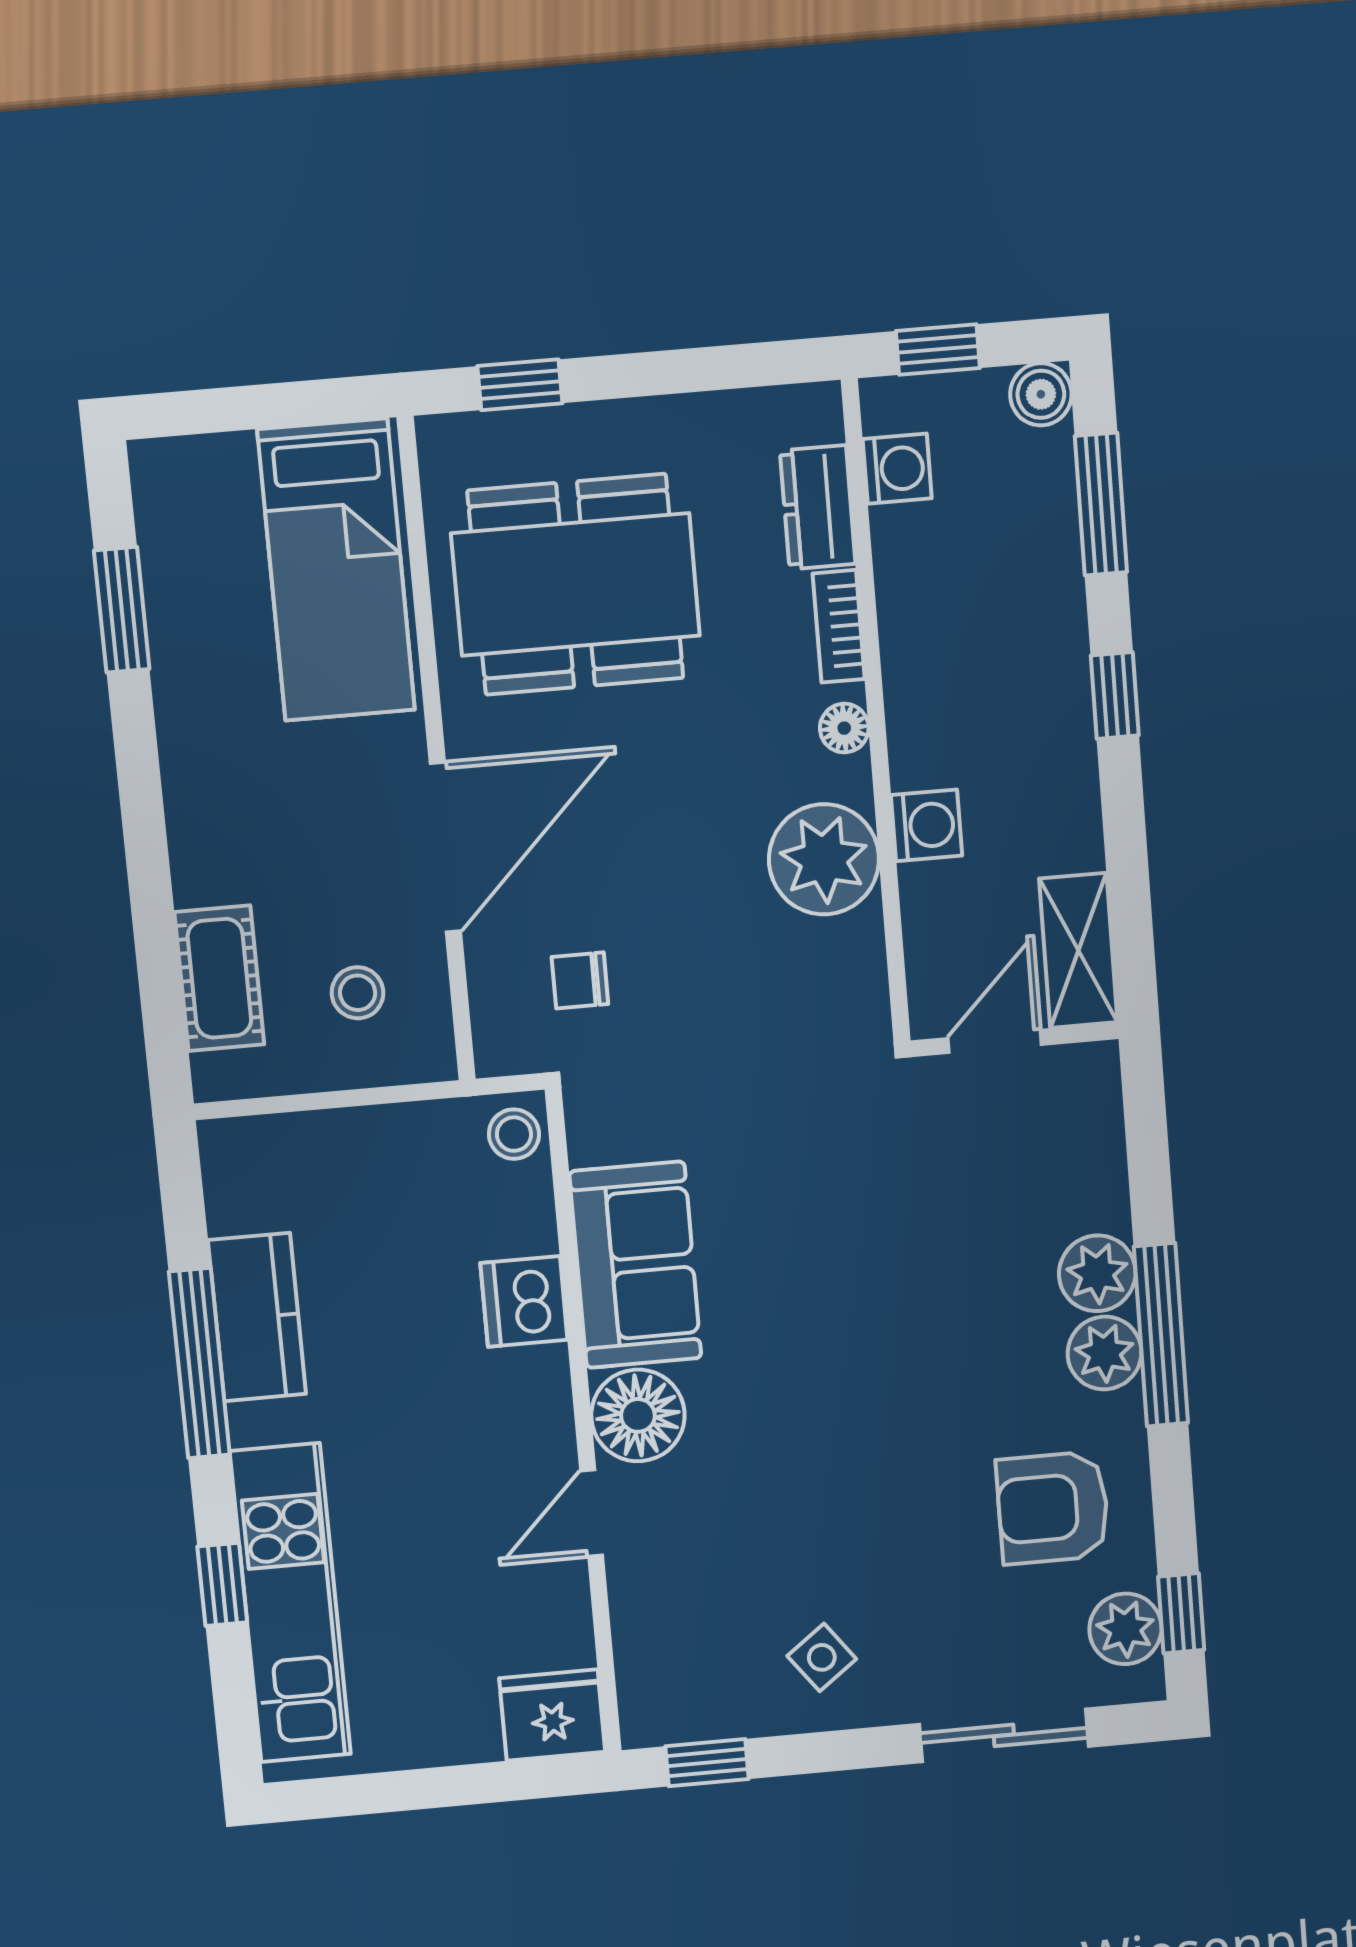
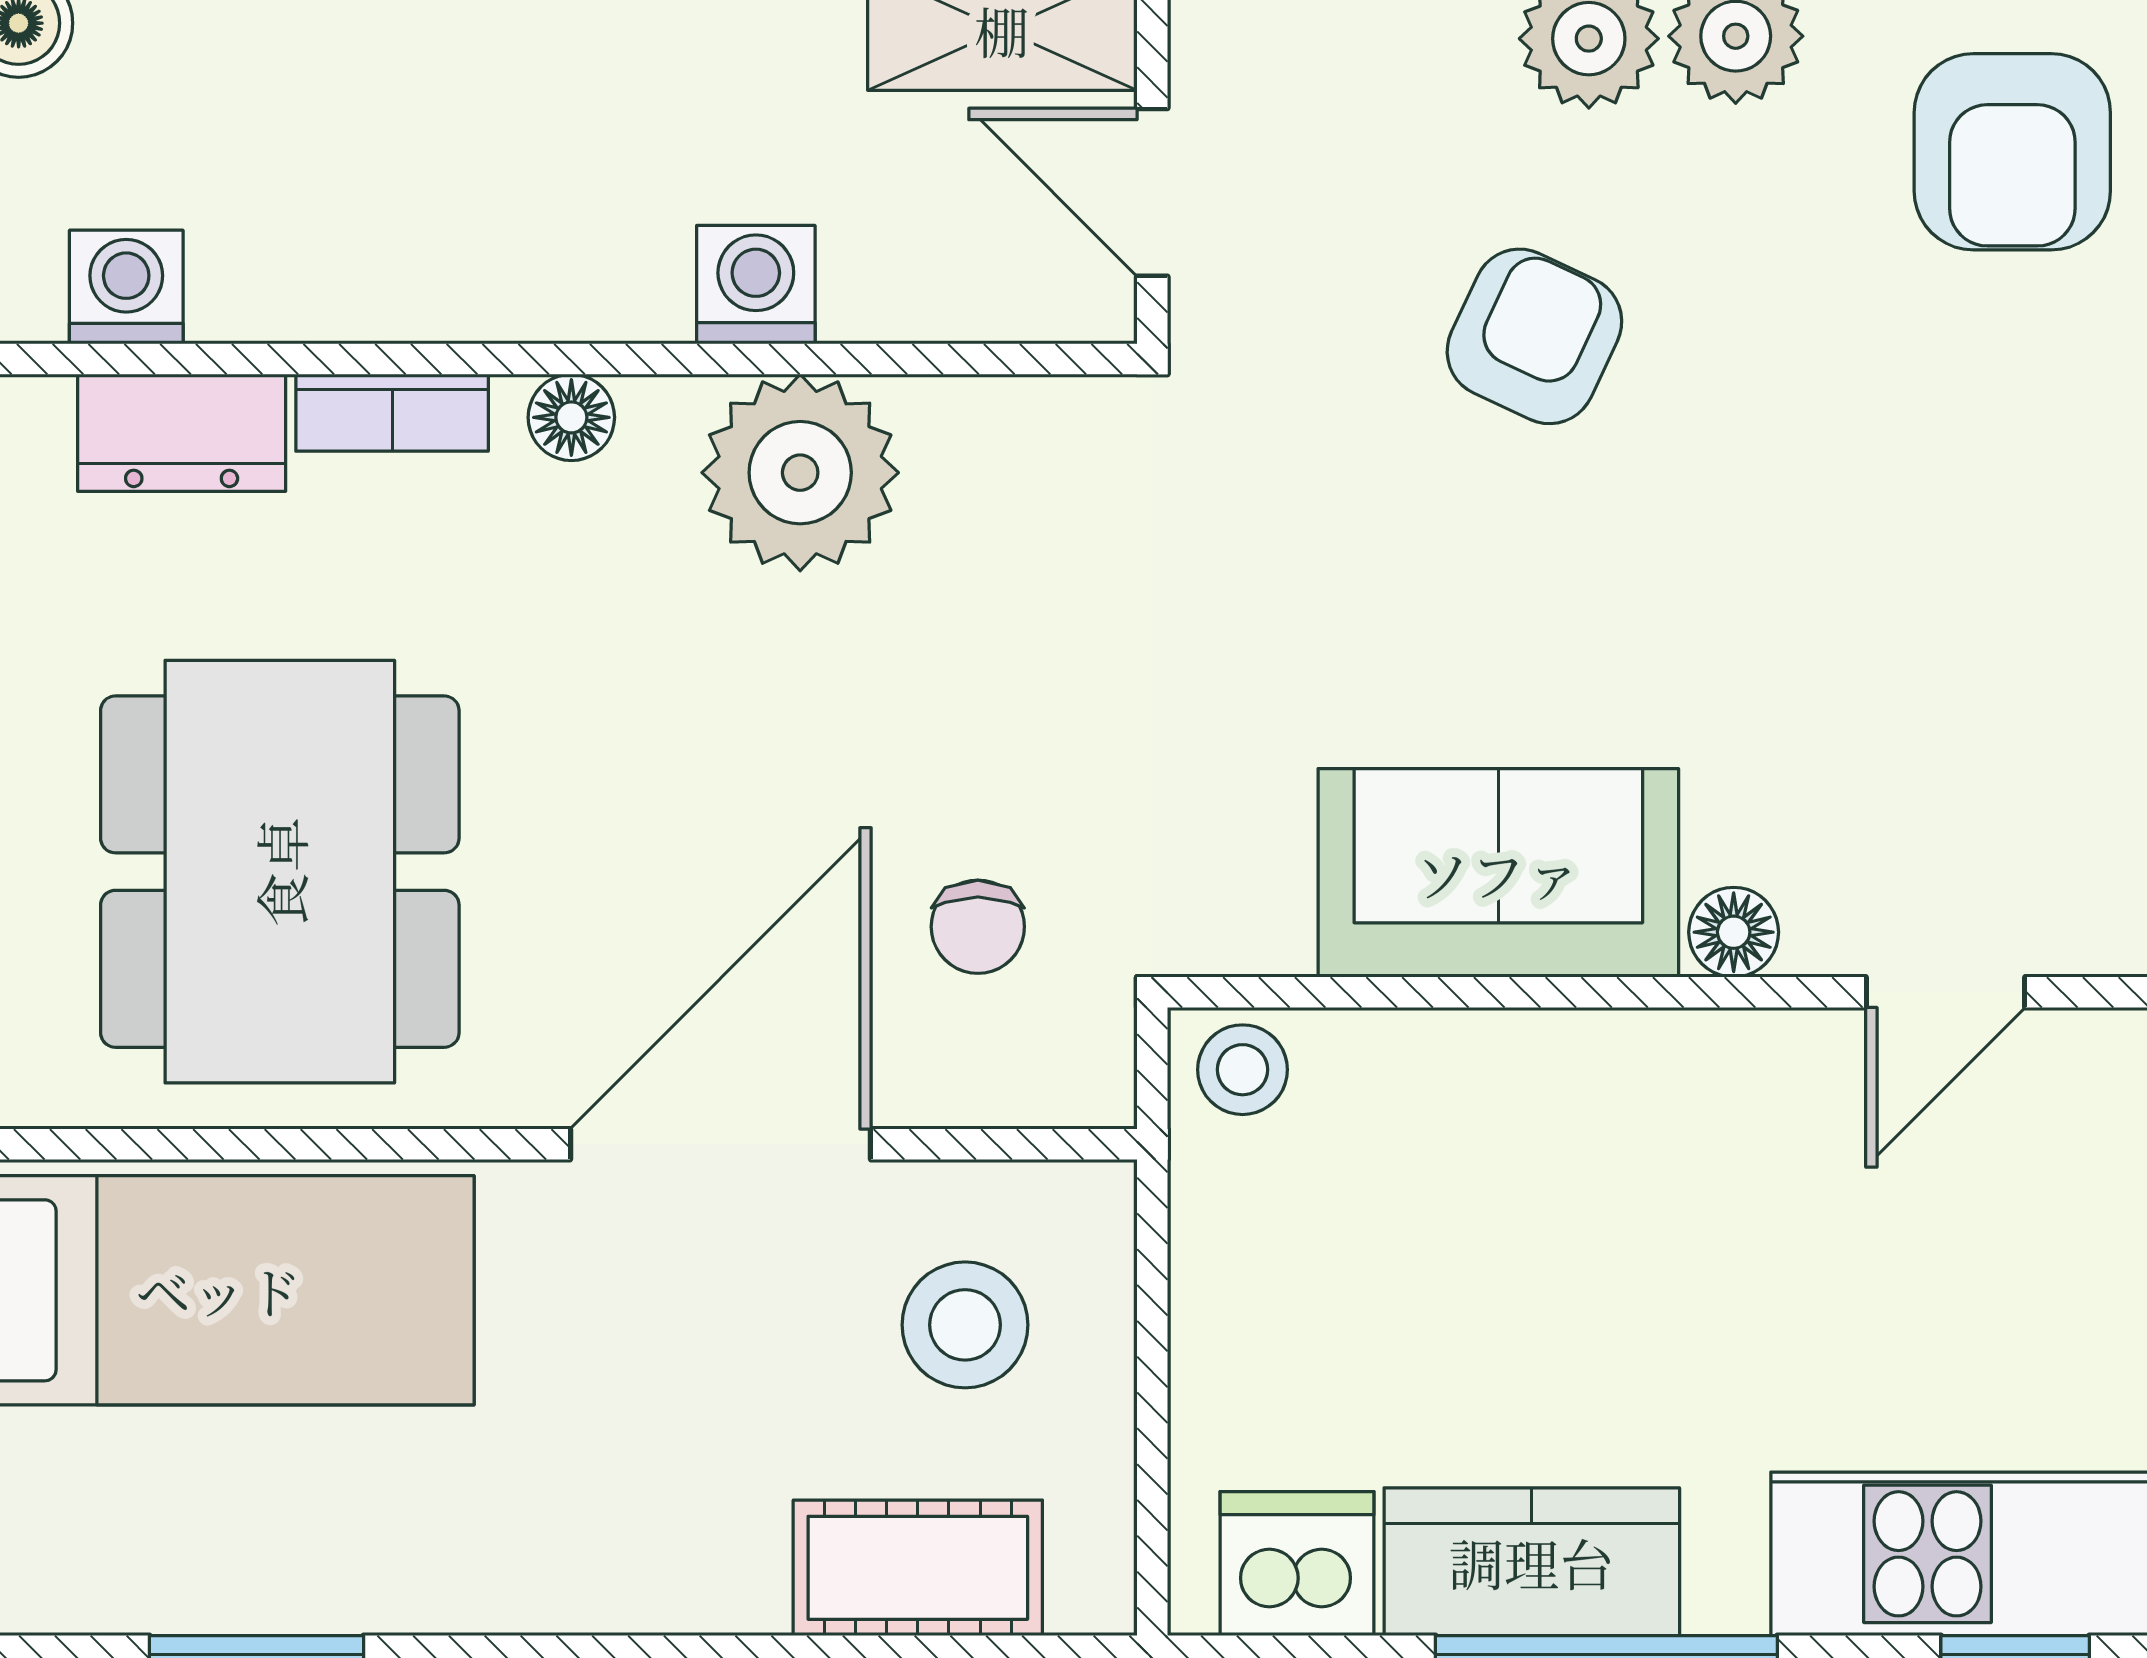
door: (445, 847) -> (721, 1144), hinge flipped
stool: (358, 993) -> (965, 1325), width x1.37, depth x1.37
armchair: (932, 1258) -> (1534, 336), added
dishwasher: (524, 1301) -> (1297, 1564), moved, turned 180
floor lamp: (638, 1415) -> (1734, 932), width x0.53, depth x0.53
door: (592, 1513) -> (1946, 992), hinge flipped

